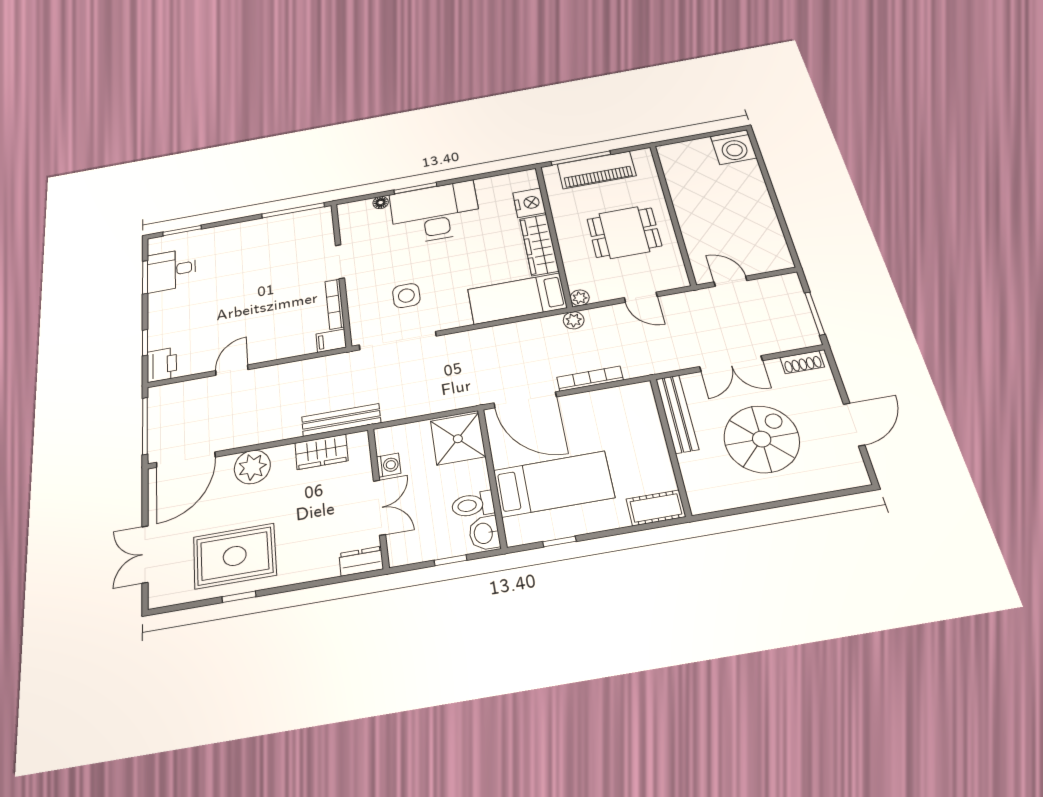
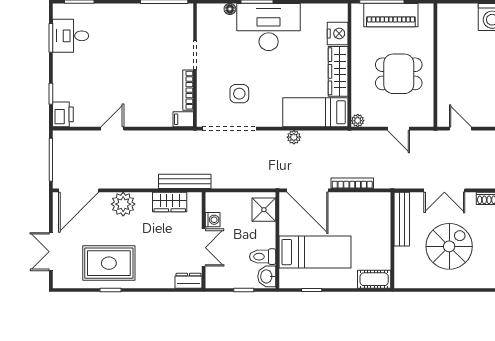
plant: (574, 320) -> (294, 137), moved
shower: (458, 439) -> (264, 210), width x0.73, depth x0.73

